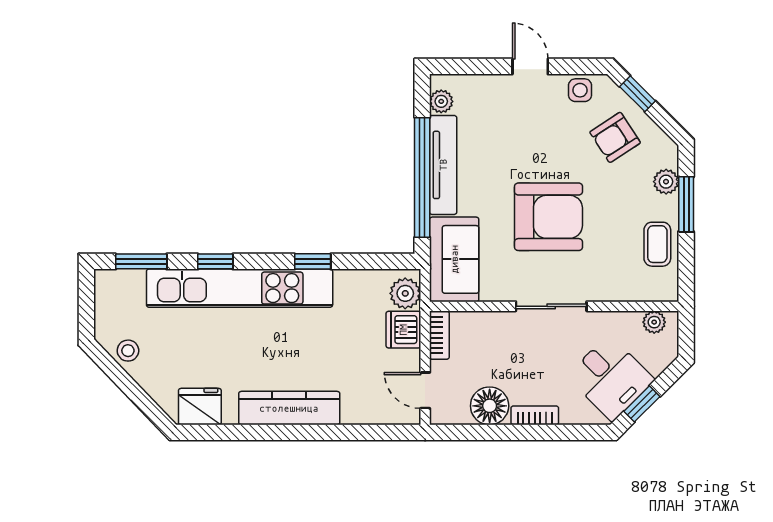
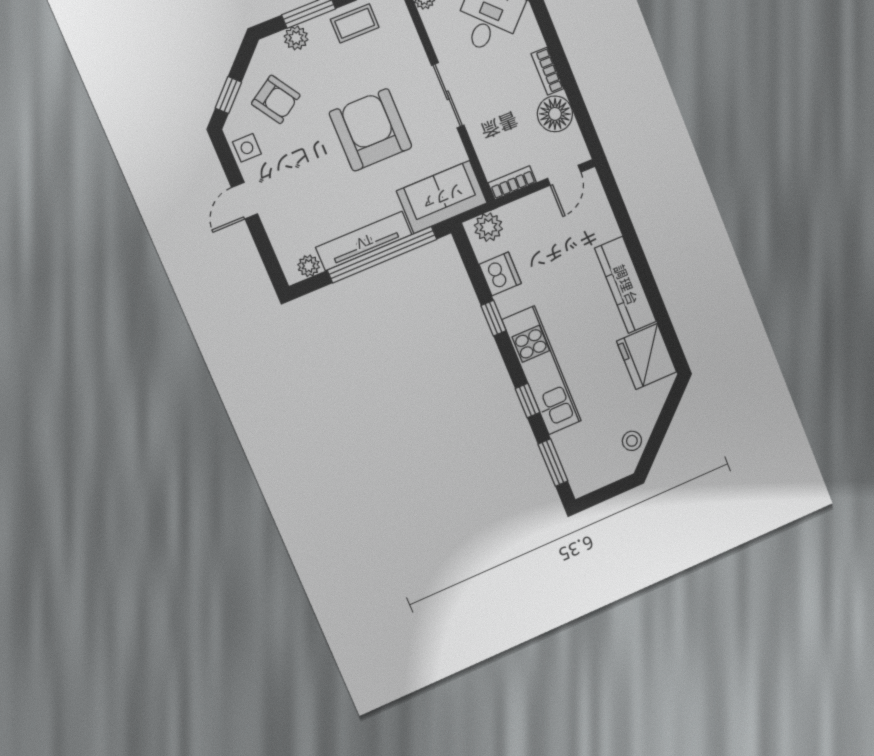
kitchen unit: (240, 288) -> (542, 370), width x0.73
dishwasher: (403, 330) -> (500, 274), moved, turned -90
fridge: (200, 407) -> (647, 356), width x1.36, depth x1.34

